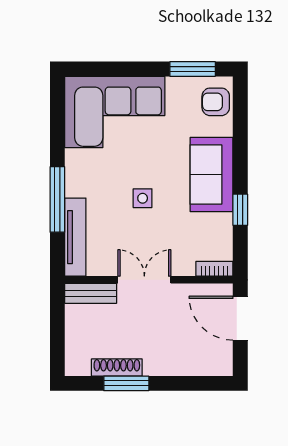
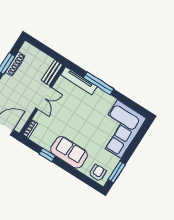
side table: (143, 198) -> (77, 118), removed

